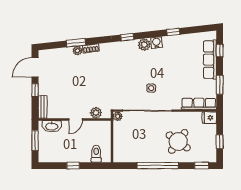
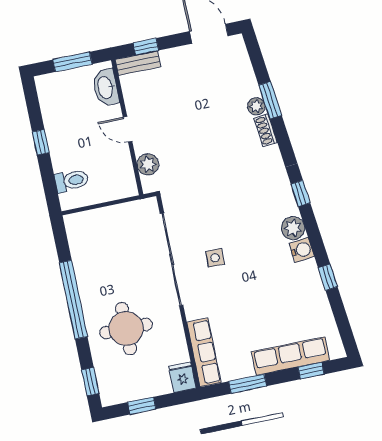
window: (35, 90) -> (146, 47), moved
plant: (118, 116) -> (150, 206), removed
round table: (178, 141) -> (126, 328), turned -36

